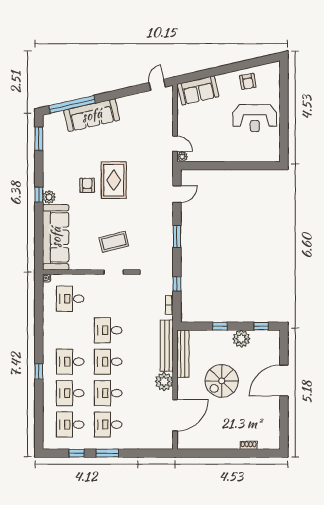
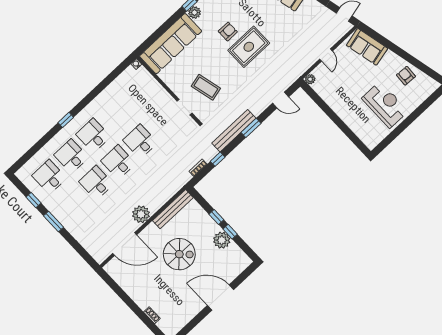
armchair: (248, 81) -> (406, 76), turned 103
reception desk: (255, 118) -> (385, 105), turned 180
door: (175, 144) -> (326, 55), moved
desk: (70, 299) -> (137, 94), removed
window: (261, 326) -> (230, 232), moved
bench: (167, 346) -> (234, 131), moved
spiral stairs: (222, 381) -> (179, 254), turned 180
desk: (108, 425) -> (74, 203), removed

